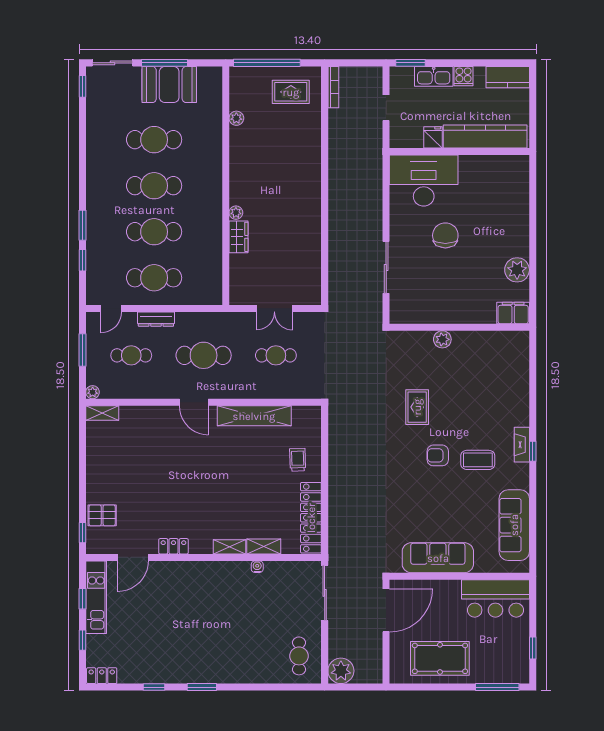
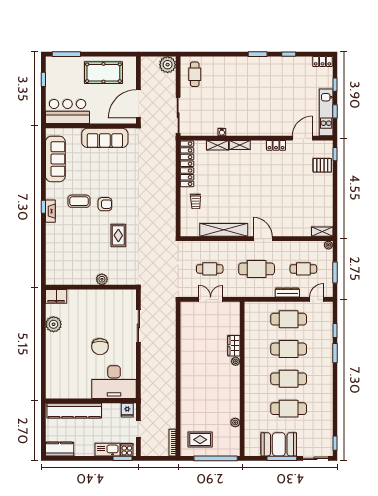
cooker: (464, 76) -> (127, 450), moved
fridge: (433, 137) -> (127, 410), moved

